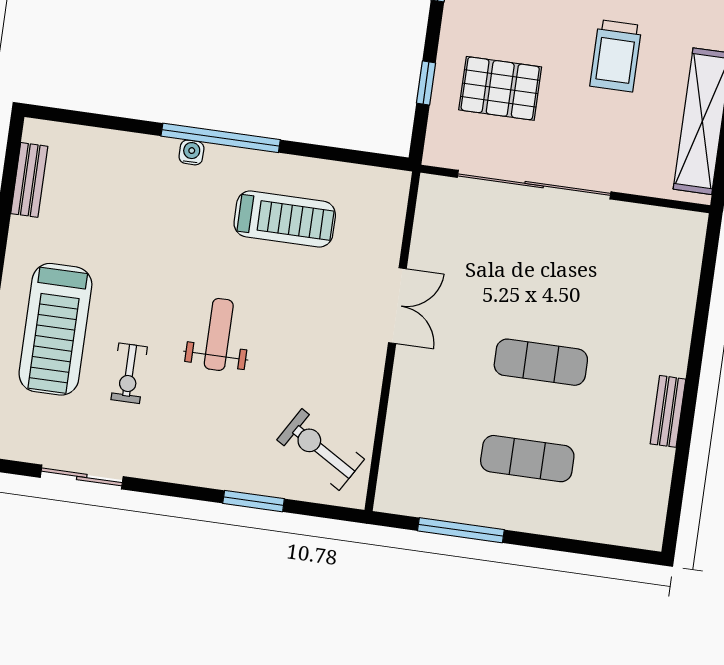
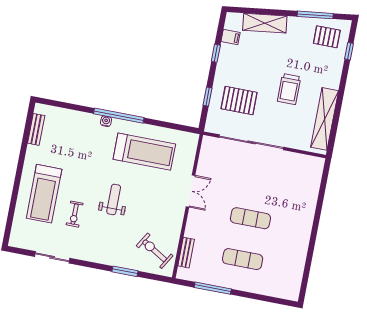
treadmill: (285, 219) -> (144, 152), width x1.37, depth x1.38
bench: (668, 411) -> (186, 253), moved

